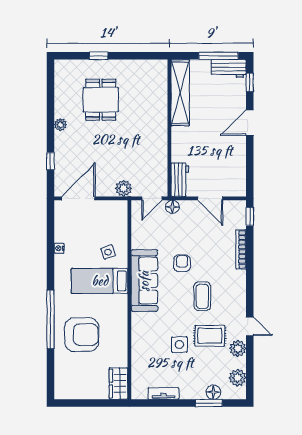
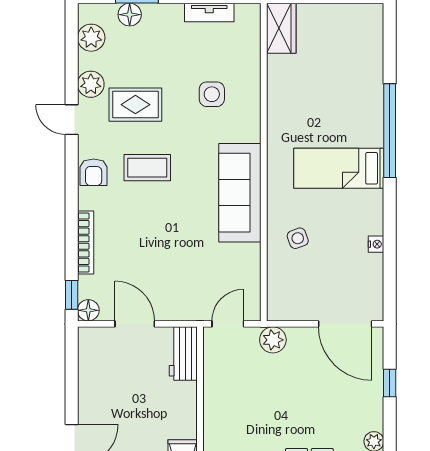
door: (78, 198) -> (345, 324), hinge flipped
floor lamp: (172, 207) -> (88, 310), moved
armchair: (182, 263) -> (94, 172), moved
bed: (100, 281) -> (339, 168), moved, turned 180
coffee table: (202, 296) -> (147, 168), turned 90
armchair: (82, 335) -> (340, 106), removed
side table: (179, 345) -> (212, 94), moved

